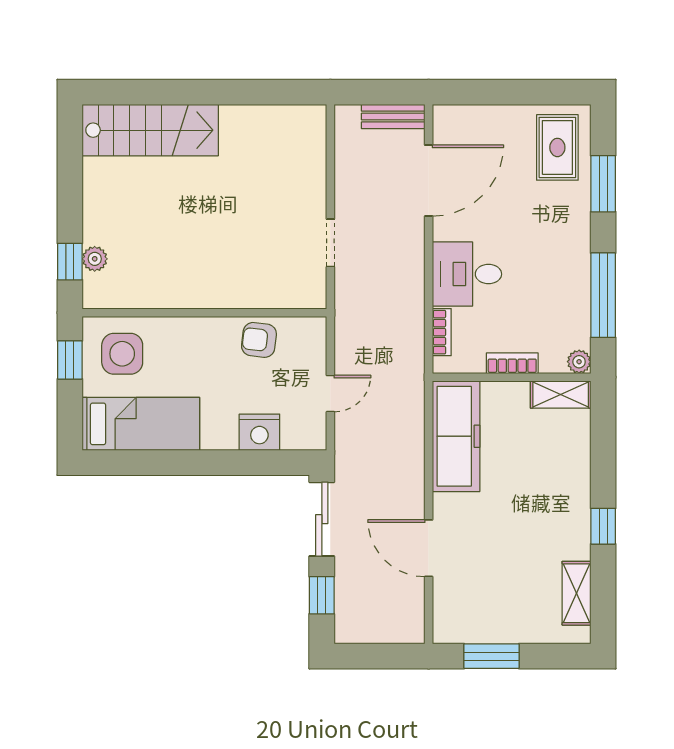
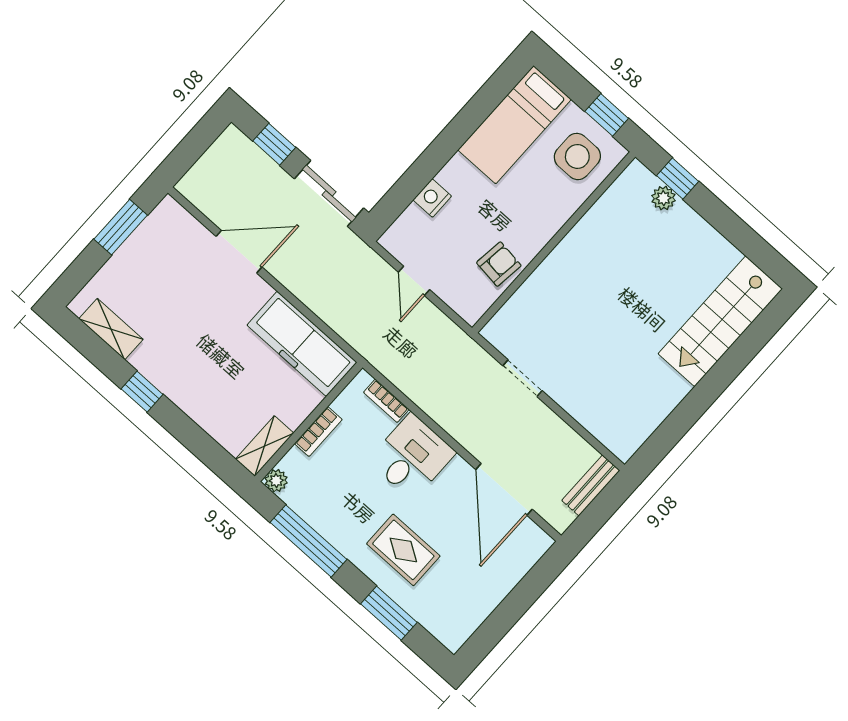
bench: (393, 117) -> (591, 485), moved
rug: (557, 147) -> (403, 550), moved
nightstand: (259, 432) -> (432, 198), width x0.74, depth x0.75

